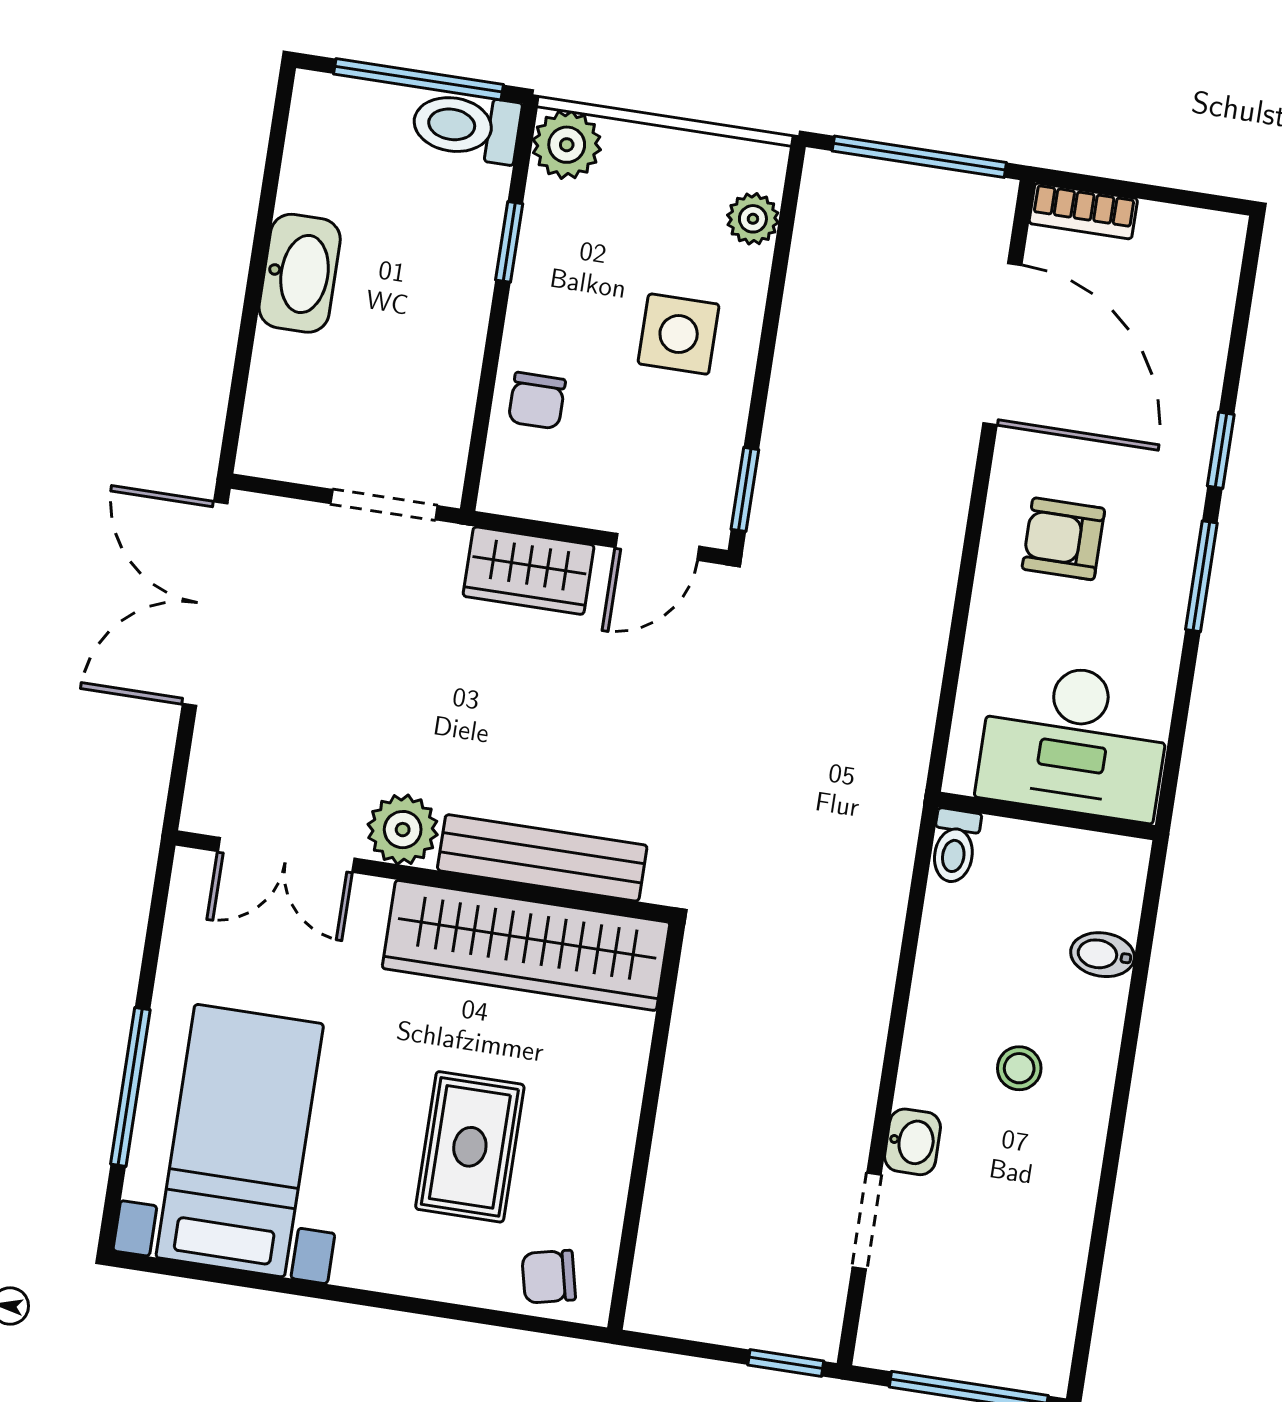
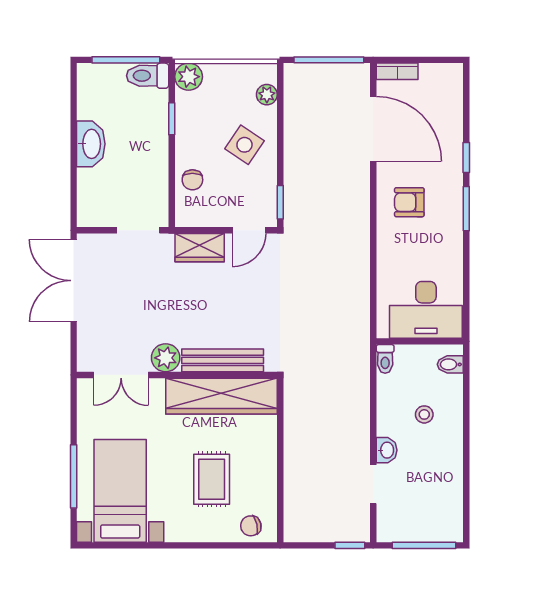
side table: (679, 334) -> (244, 145), turned 34
desk: (1074, 741) -> (426, 310), moved
wall: (1047, 816) -> (420, 341), moved
toilet: (955, 846) -> (385, 359), moved

